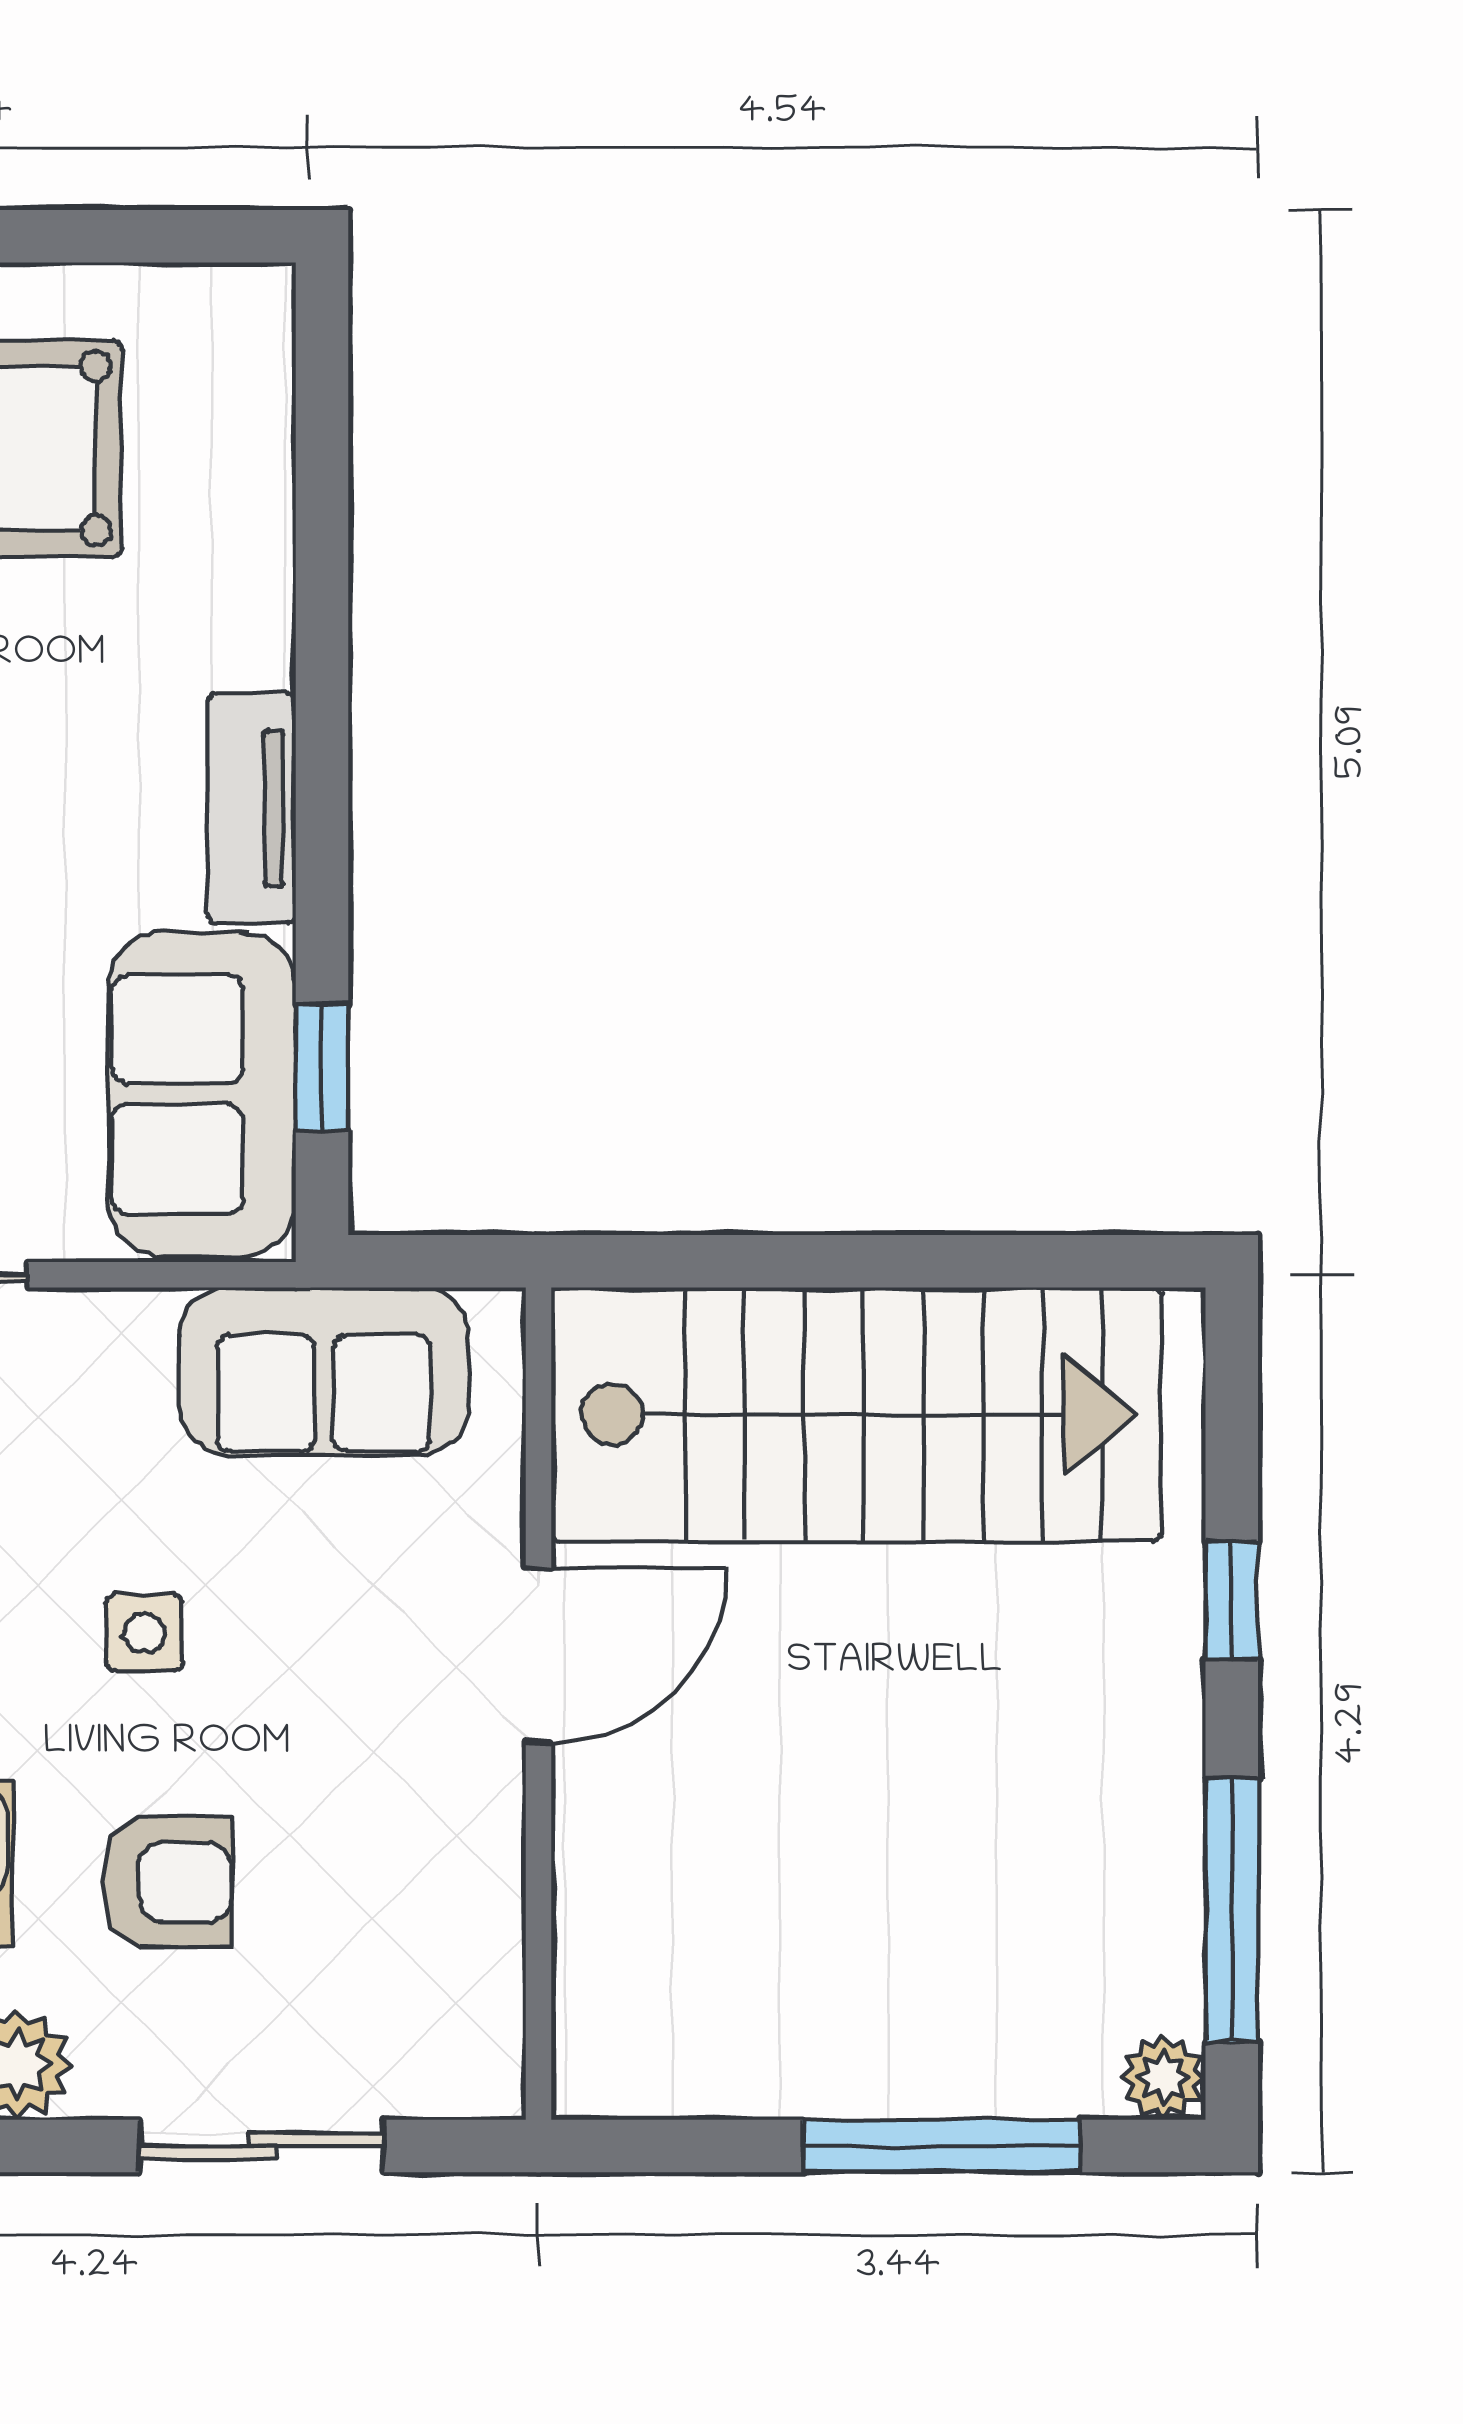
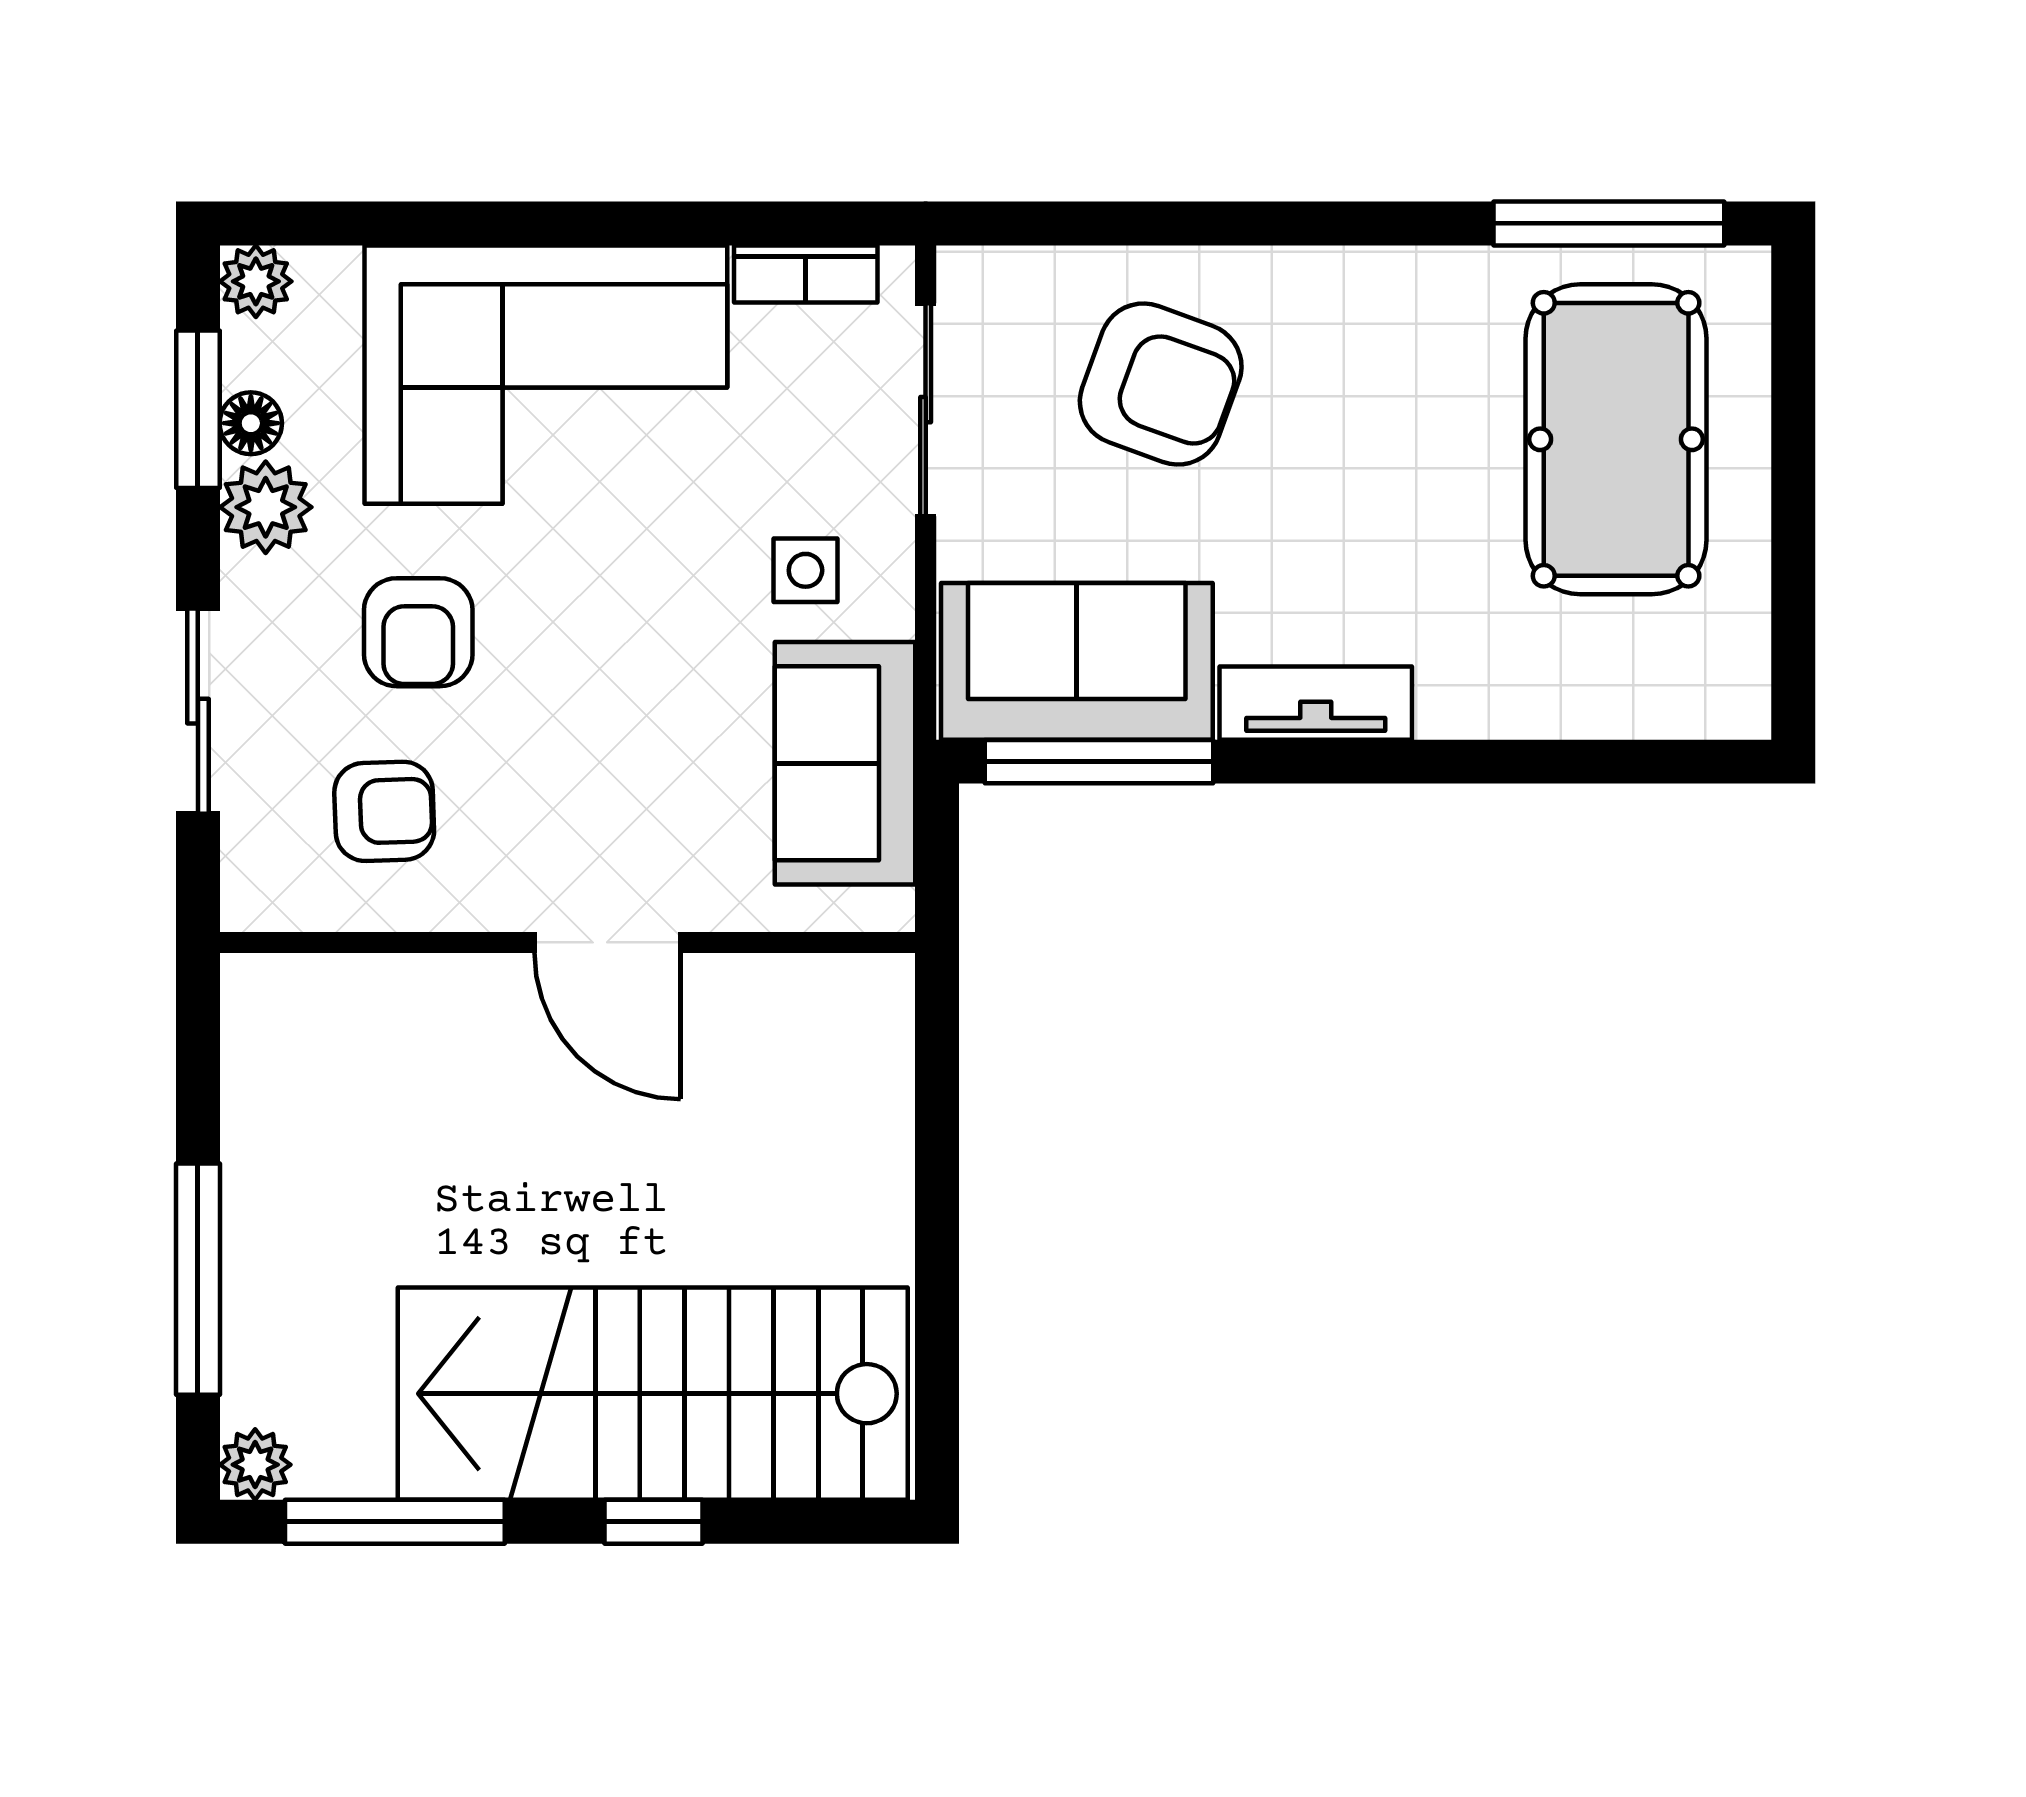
window: (322, 1067) -> (1099, 762), width x2.17
stairs: (856, 1414) -> (653, 1394), moved, turned 90
side table: (144, 1633) -> (805, 570), moved
armchair: (382, 1923) -> (384, 811), added

